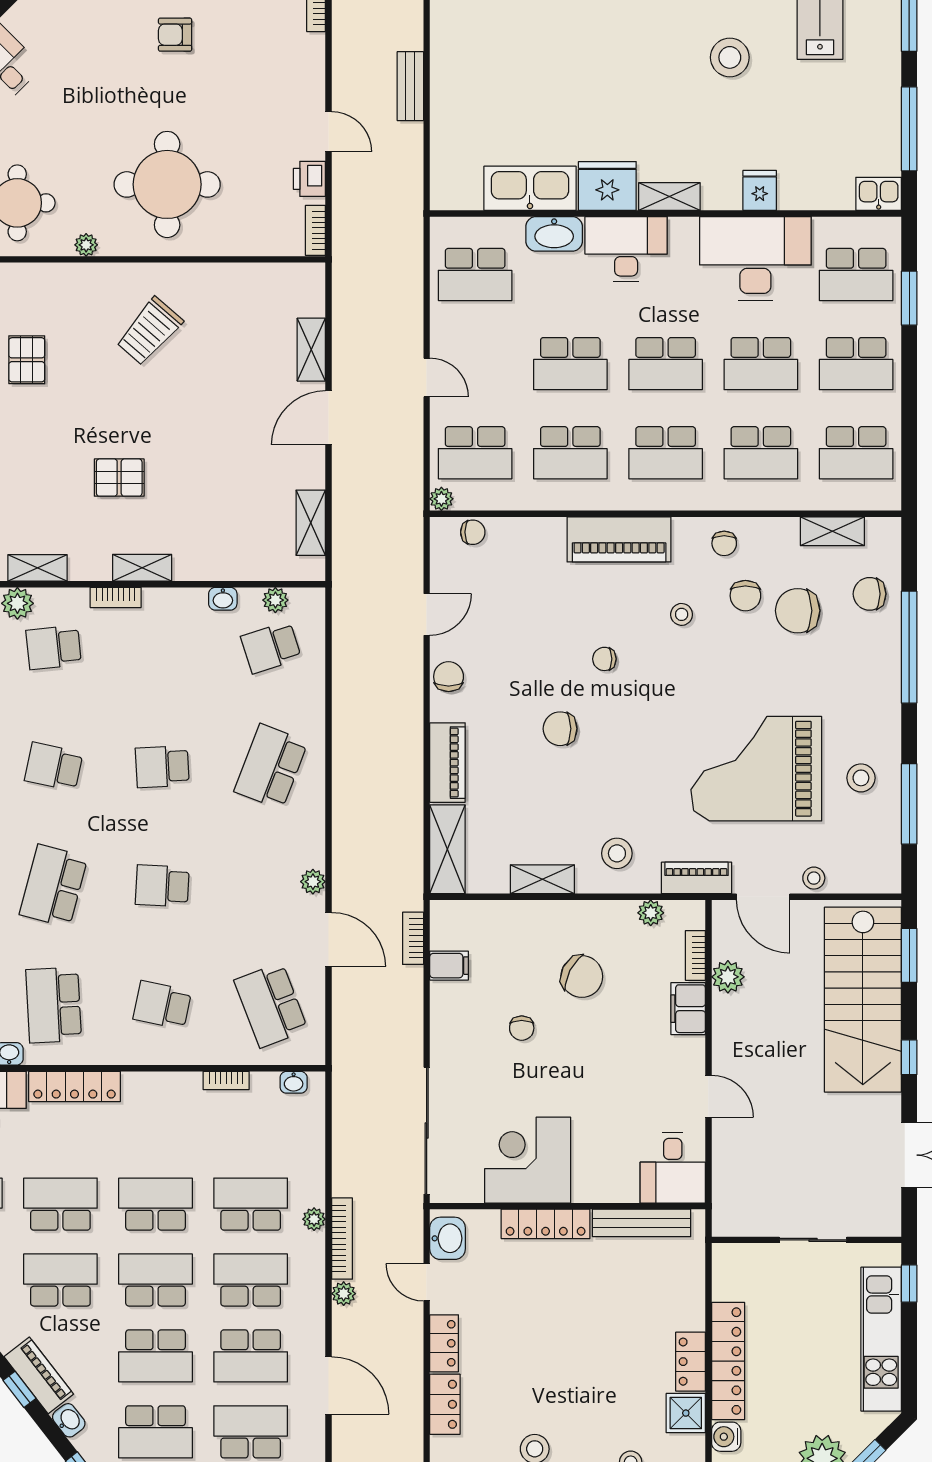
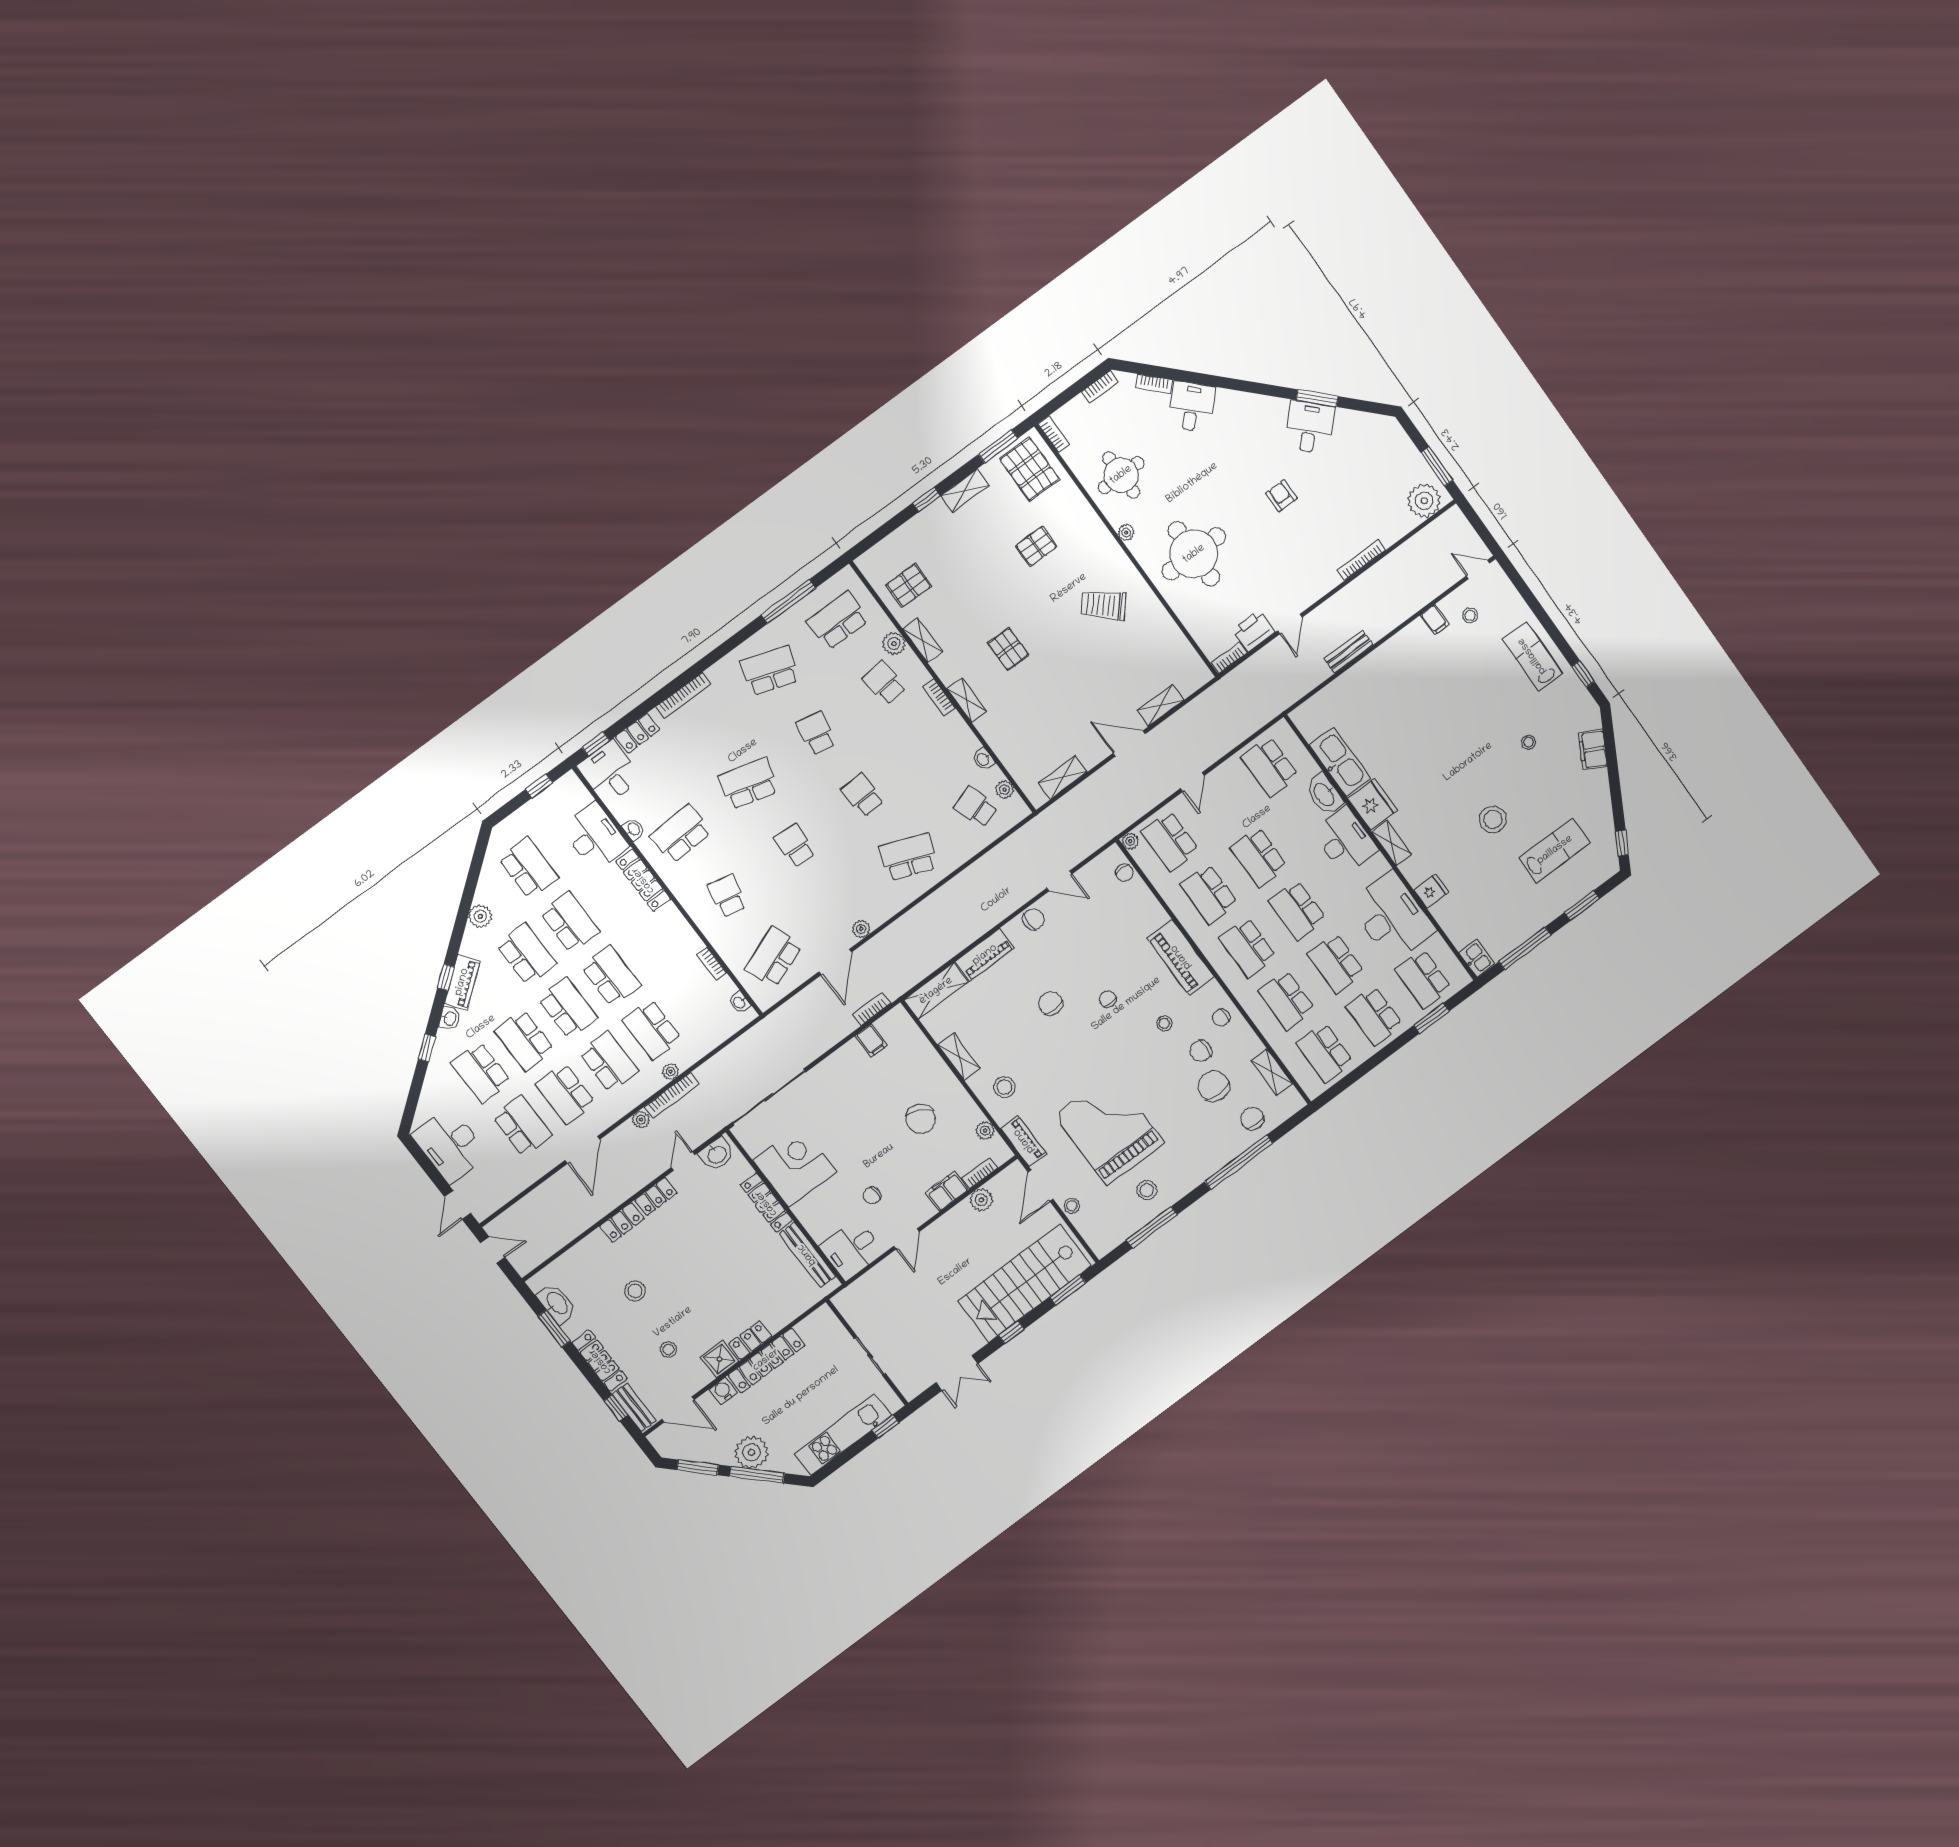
printer: (309, 179) -> (1254, 631), width x1.36, depth x1.24
chair: (522, 1028) -> (872, 1195), moved
school desk: (251, 1204) -> (652, 1030), turned 180

